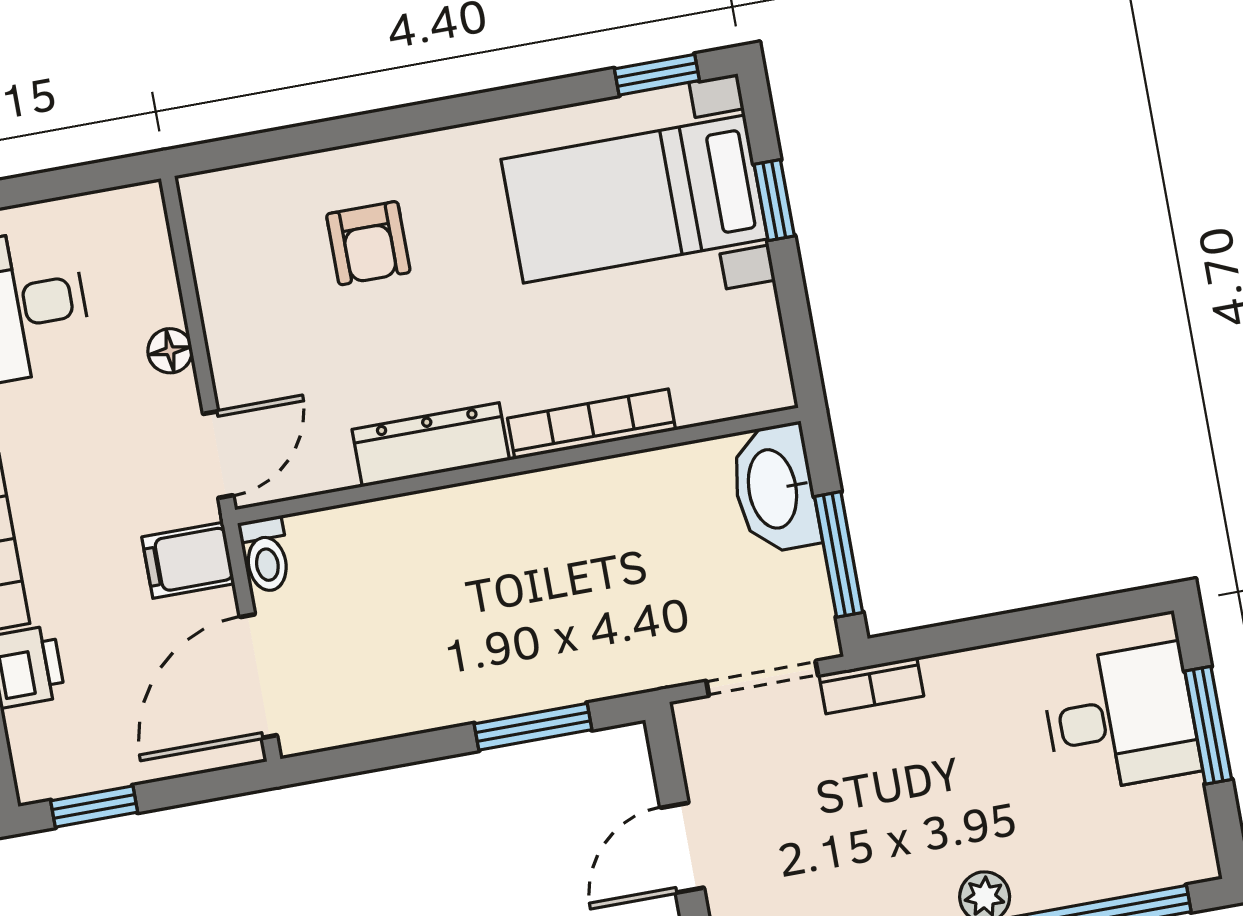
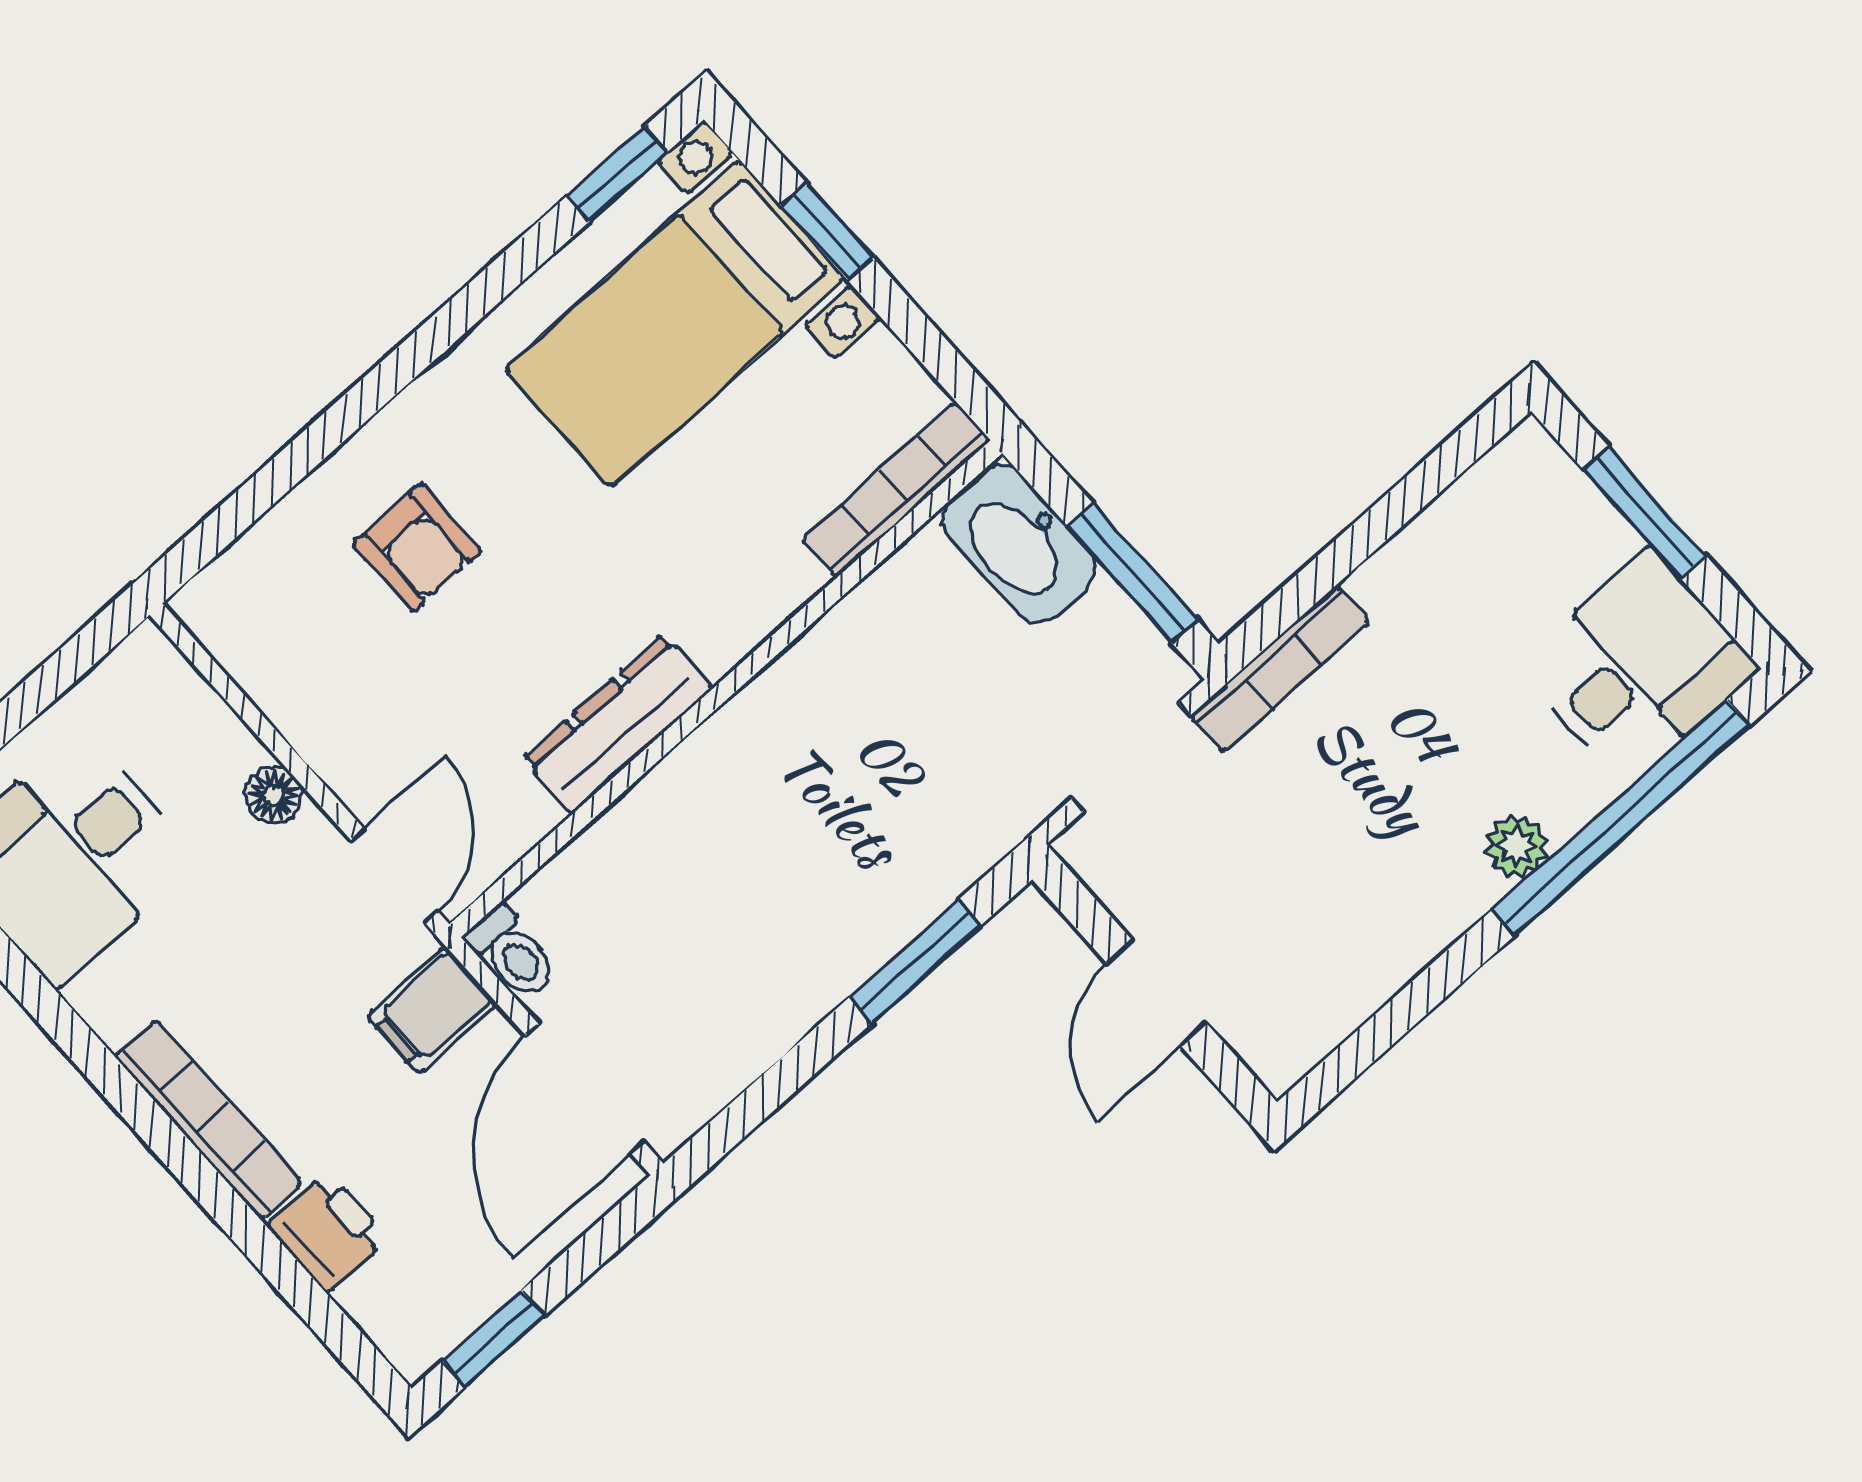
bookcase: (592, 424) -> (896, 490), moved
bookcase: (871, 685) -> (1280, 669), width x1.56
desk: (1121, 718) -> (1638, 667), moved

